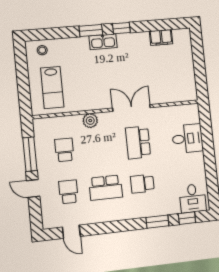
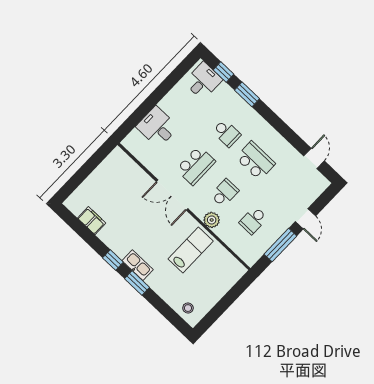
lab bench: (52, 88) -> (191, 250), moved
school desk: (68, 192) -> (225, 193), moved, turned 180

